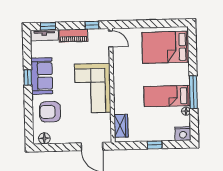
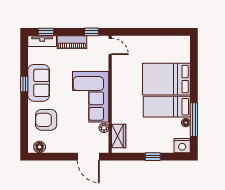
bed: (165, 47) -> (166, 79), moved
window: (193, 92) -> (194, 120), moved
plant: (106, 118) -> (104, 128), added

